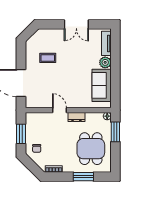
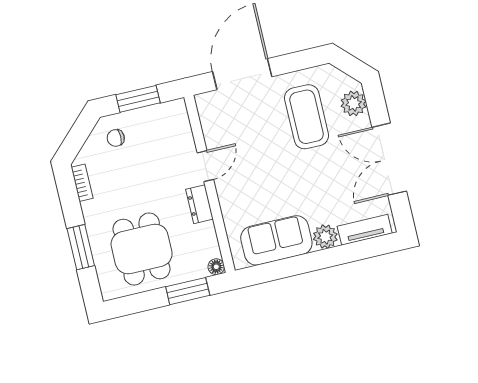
double door: (76, 24) -> (389, 159), width x1.37
plant: (47, 35) -> (354, 103), added
coffee table: (48, 58) -> (307, 117), width x1.86, depth x1.72
dining table: (91, 149) -> (142, 249), turned 90

